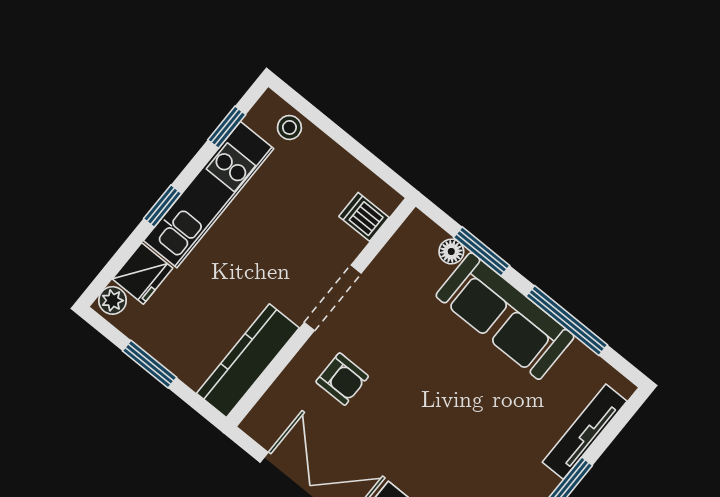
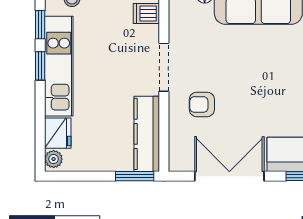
window: (163, 206) -> (40, 66), moved
window: (150, 364) -> (135, 176), moved
armchair: (342, 379) -> (202, 104), turned 180

